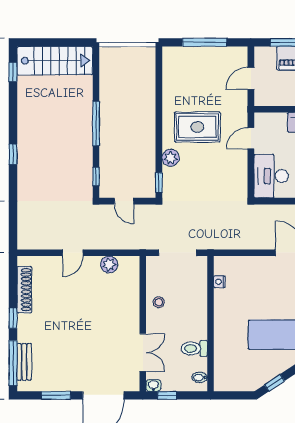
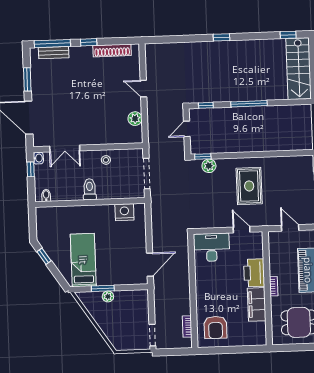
plant: (171, 158) -> (209, 166), moved
nightstand: (219, 282) -> (124, 212), width x1.89, depth x1.79
toilet: (194, 348) -> (90, 189), moved

